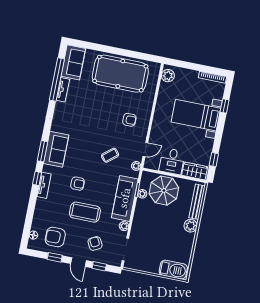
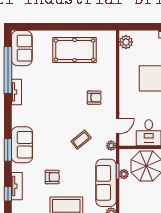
pool table: (120, 74) -> (75, 50), width x0.73, depth x0.76
tv unit: (63, 90) -> (16, 92), moved
window: (37, 178) -> (8, 194), moved

